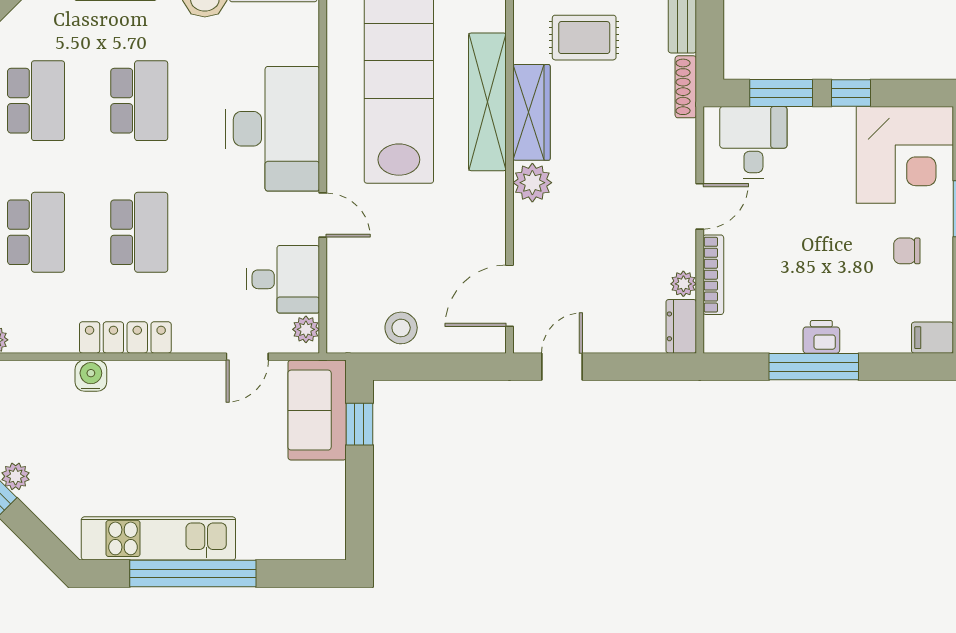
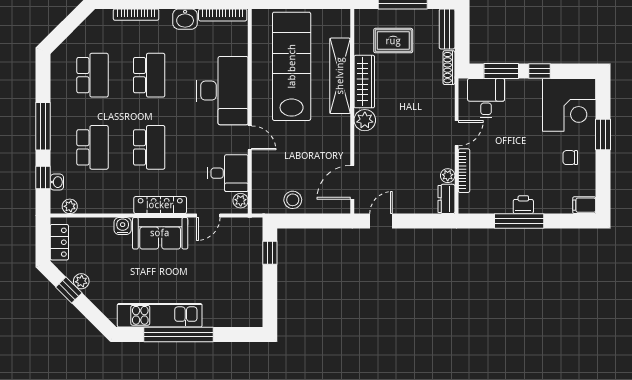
locker: (125, 337) -> (160, 205), moved
sofa: (317, 410) -> (160, 233), moved, turned -90

